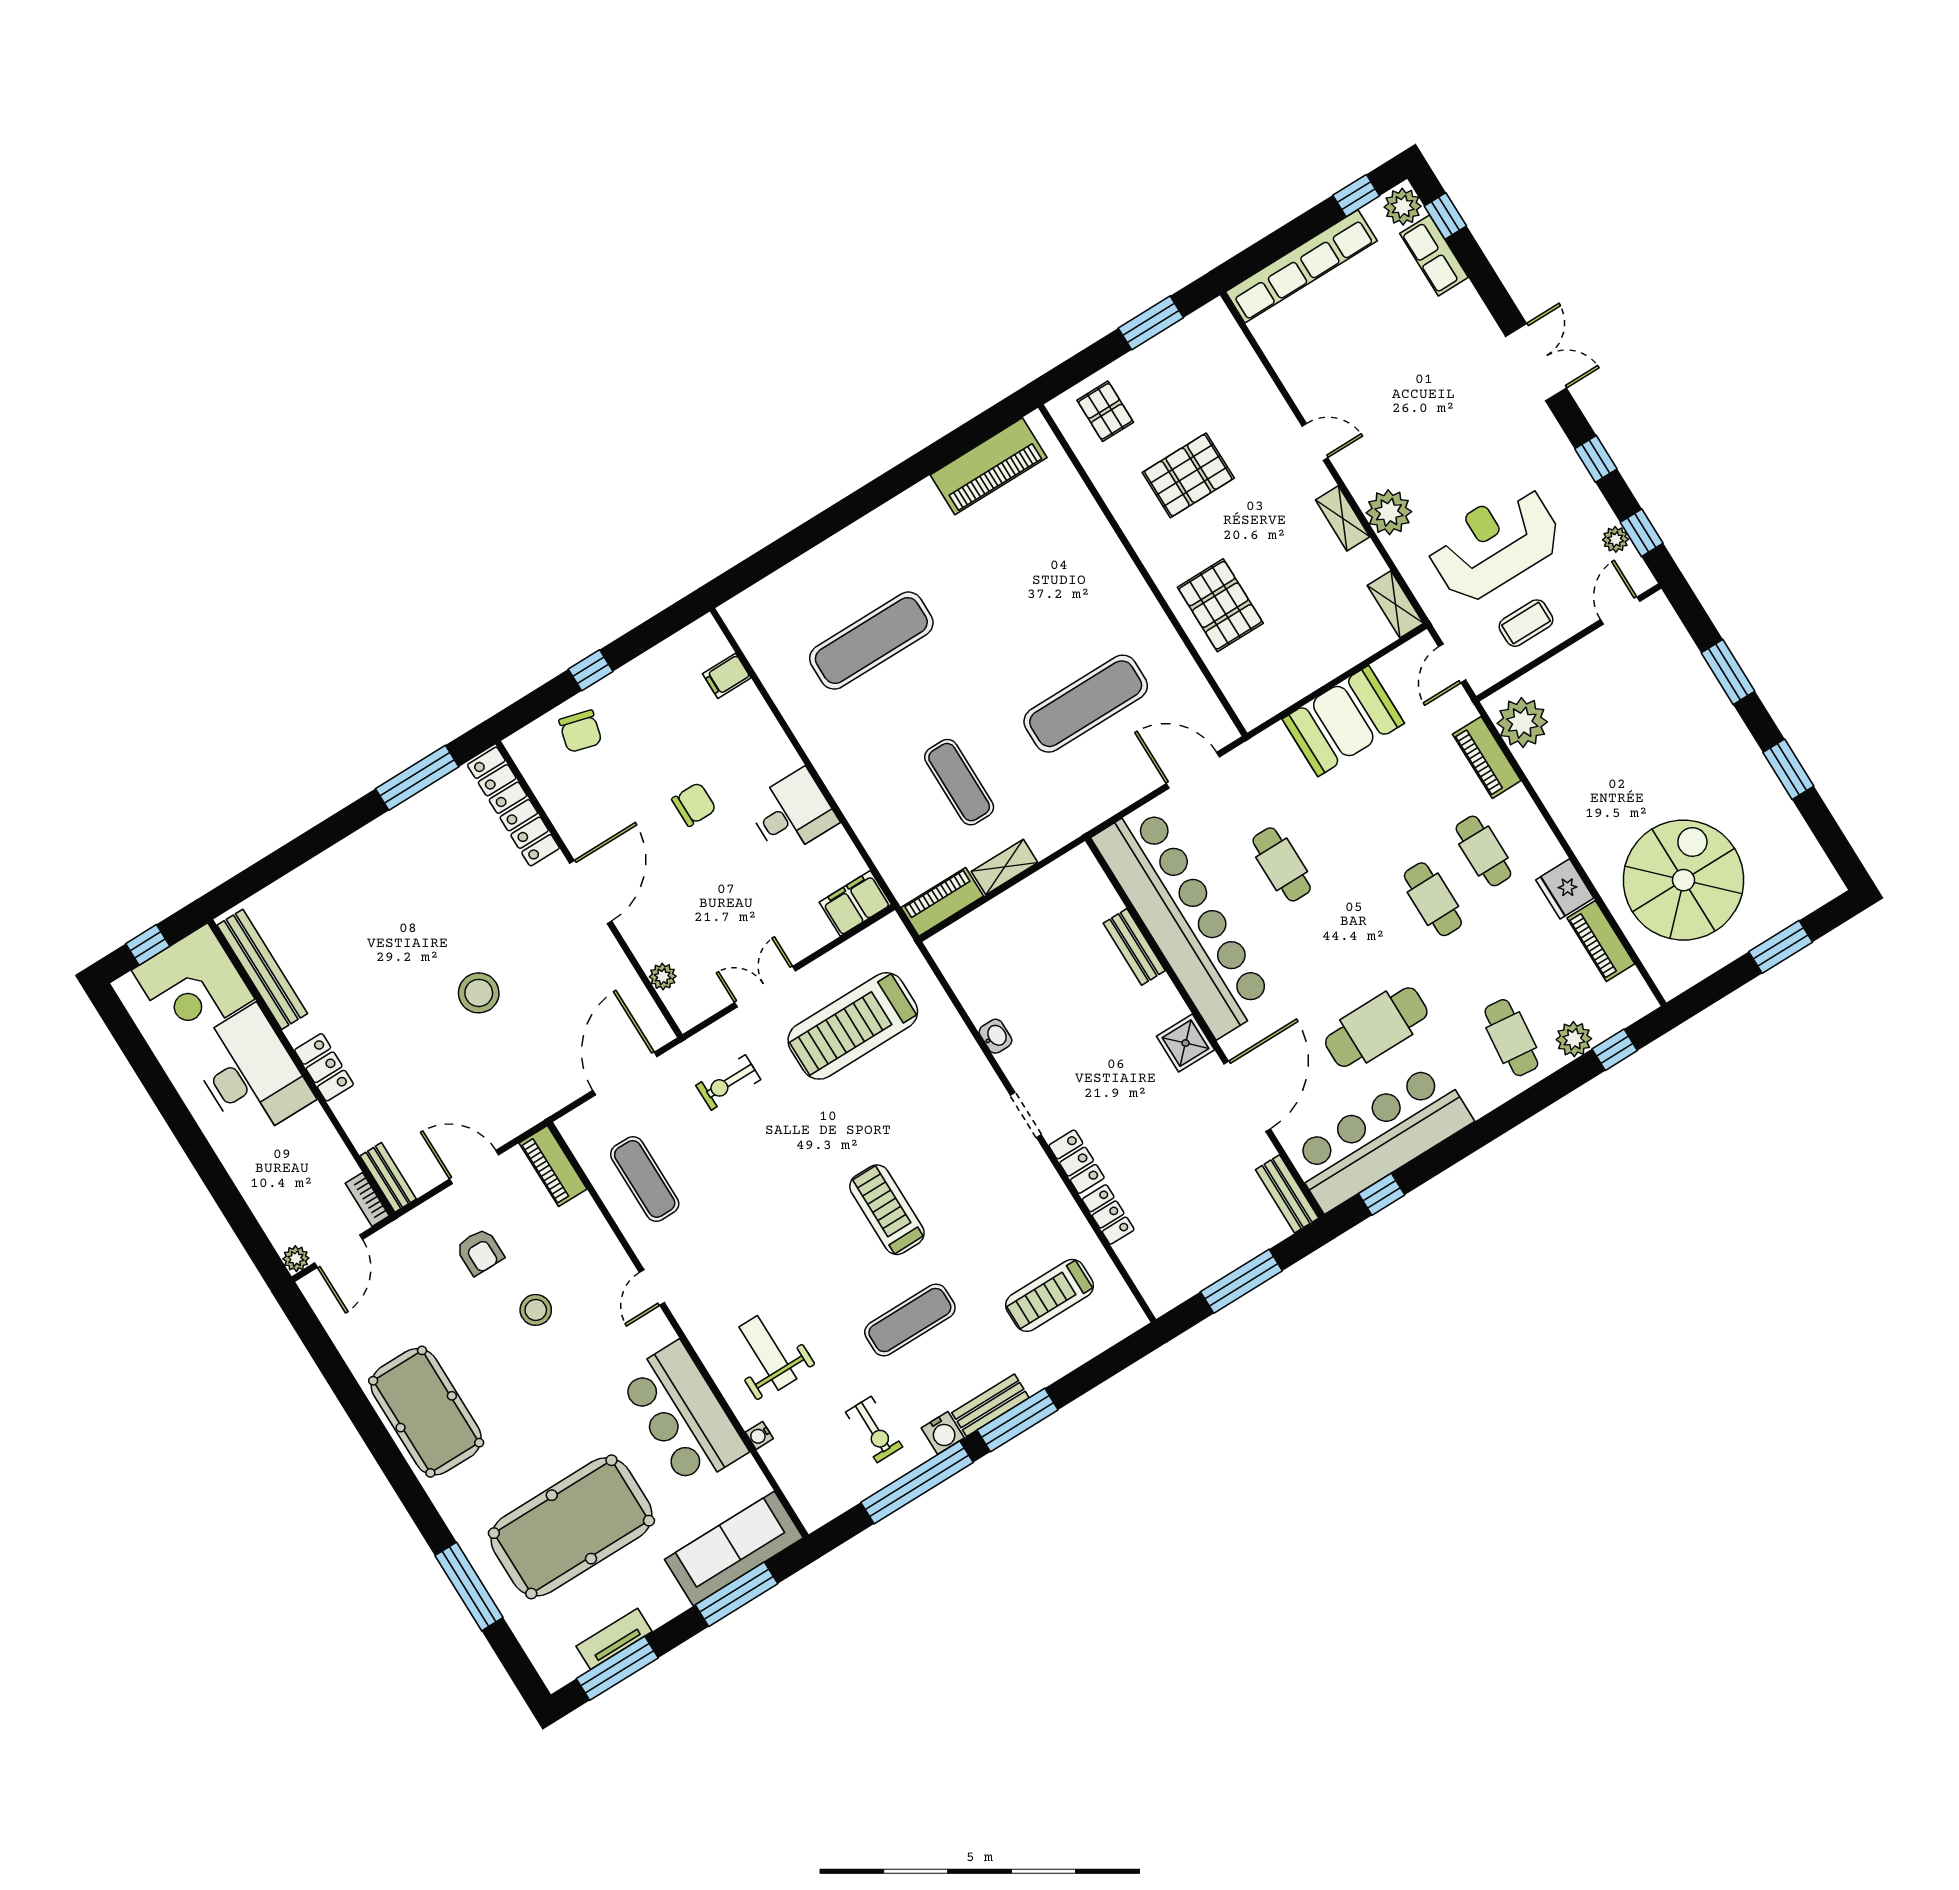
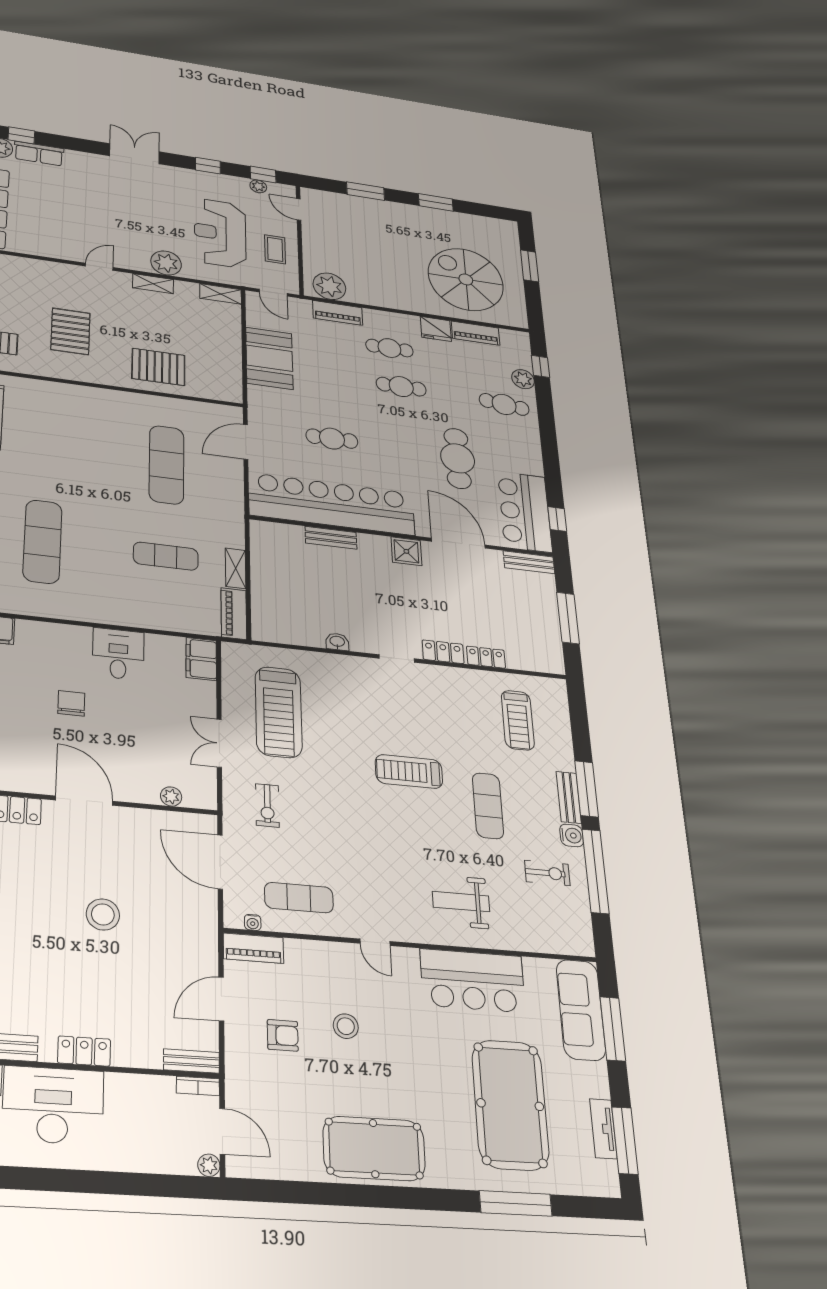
bar counter: (1381, 1137) -> (525, 512), width x0.73
water cooler: (759, 1435) -> (253, 922), moved

